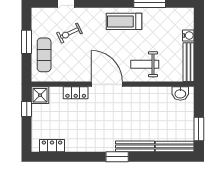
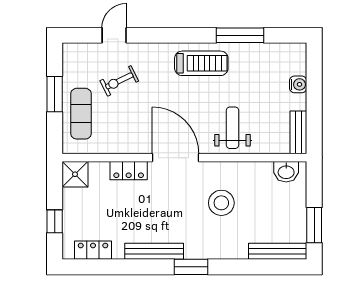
treadmill: (124, 21) -> (201, 63), turned 180
bench: (189, 62) -> (298, 132), width x0.73
weight bench: (145, 64) -> (232, 128), turned 90
window: (27, 109) -> (55, 221), moved
stool: (137, 114) -> (221, 203), added
bench: (135, 146) -> (154, 251), moved

